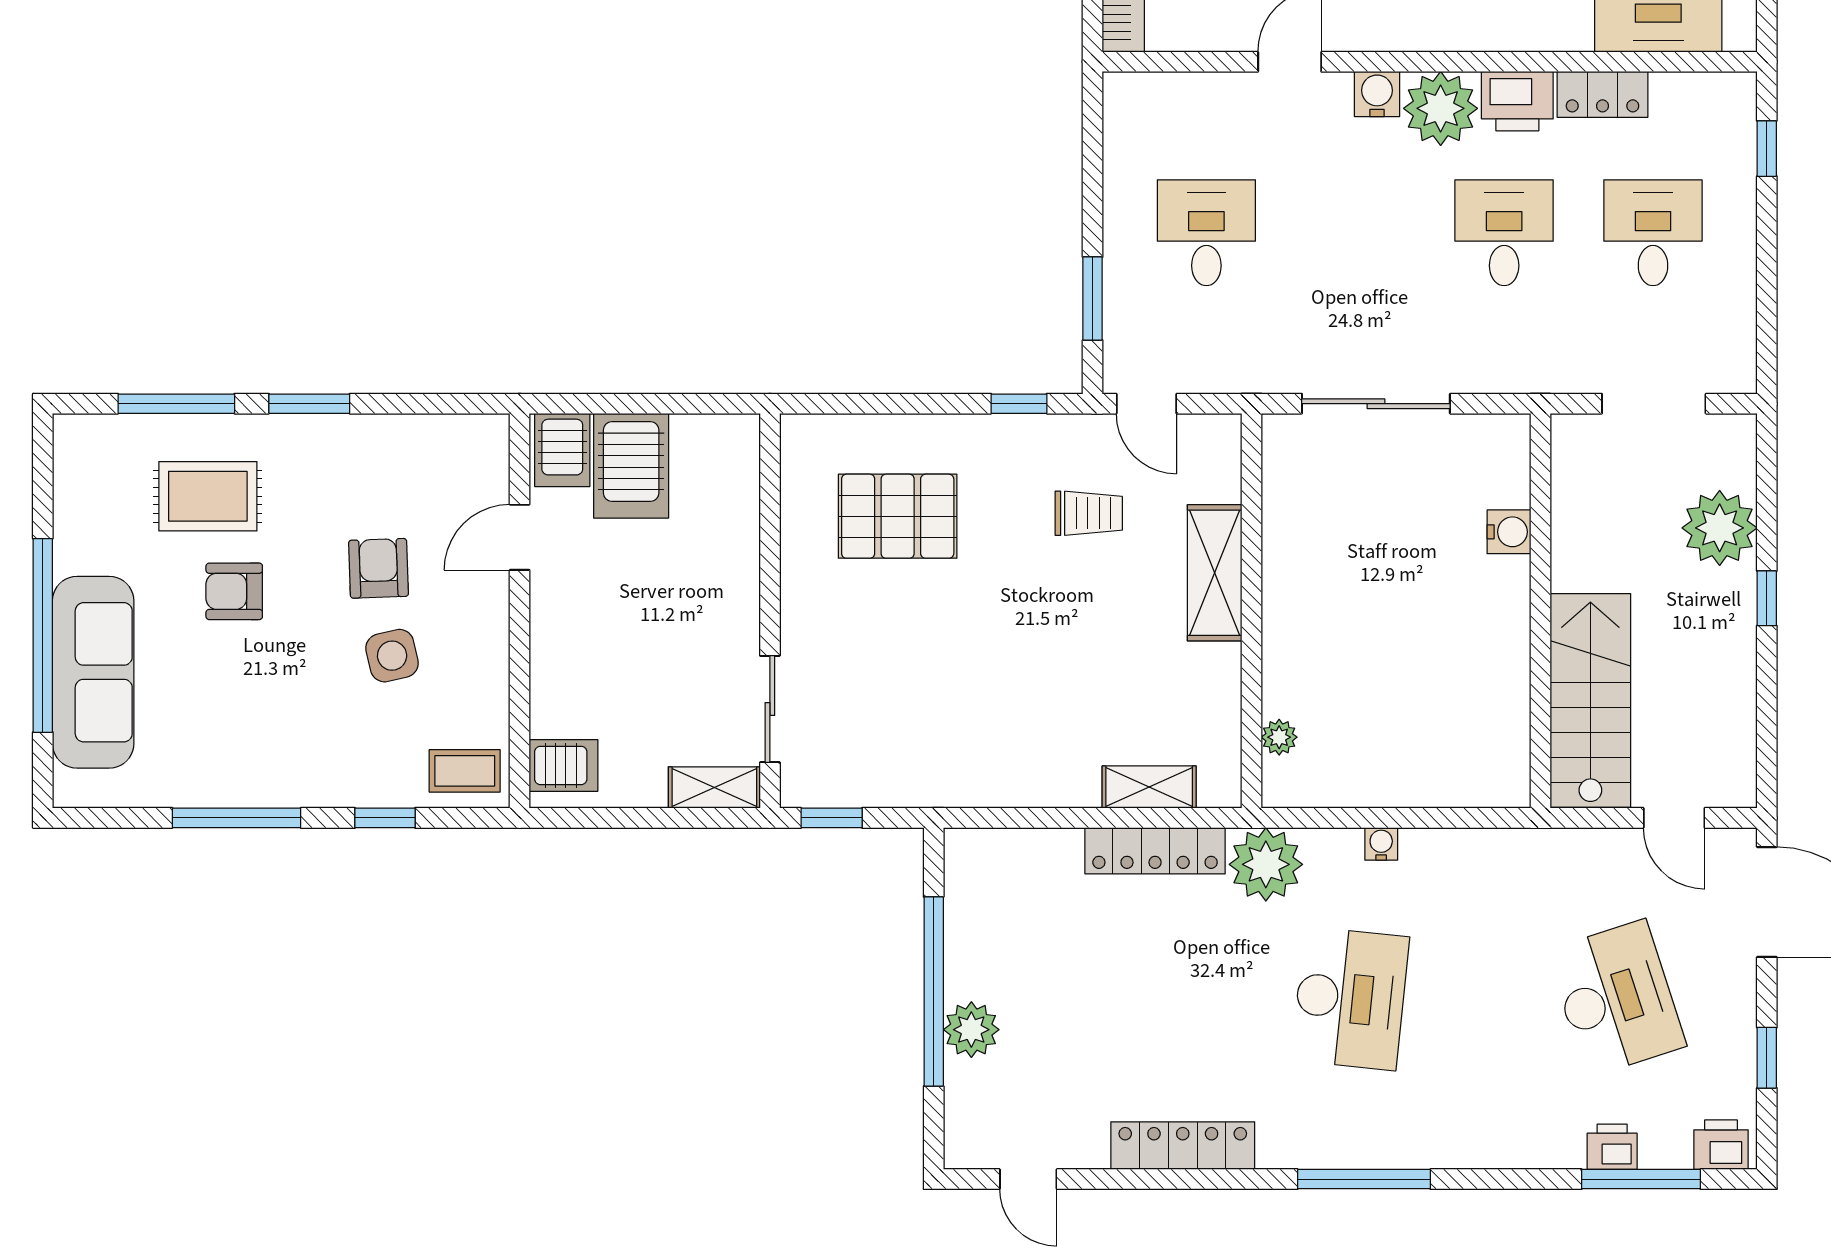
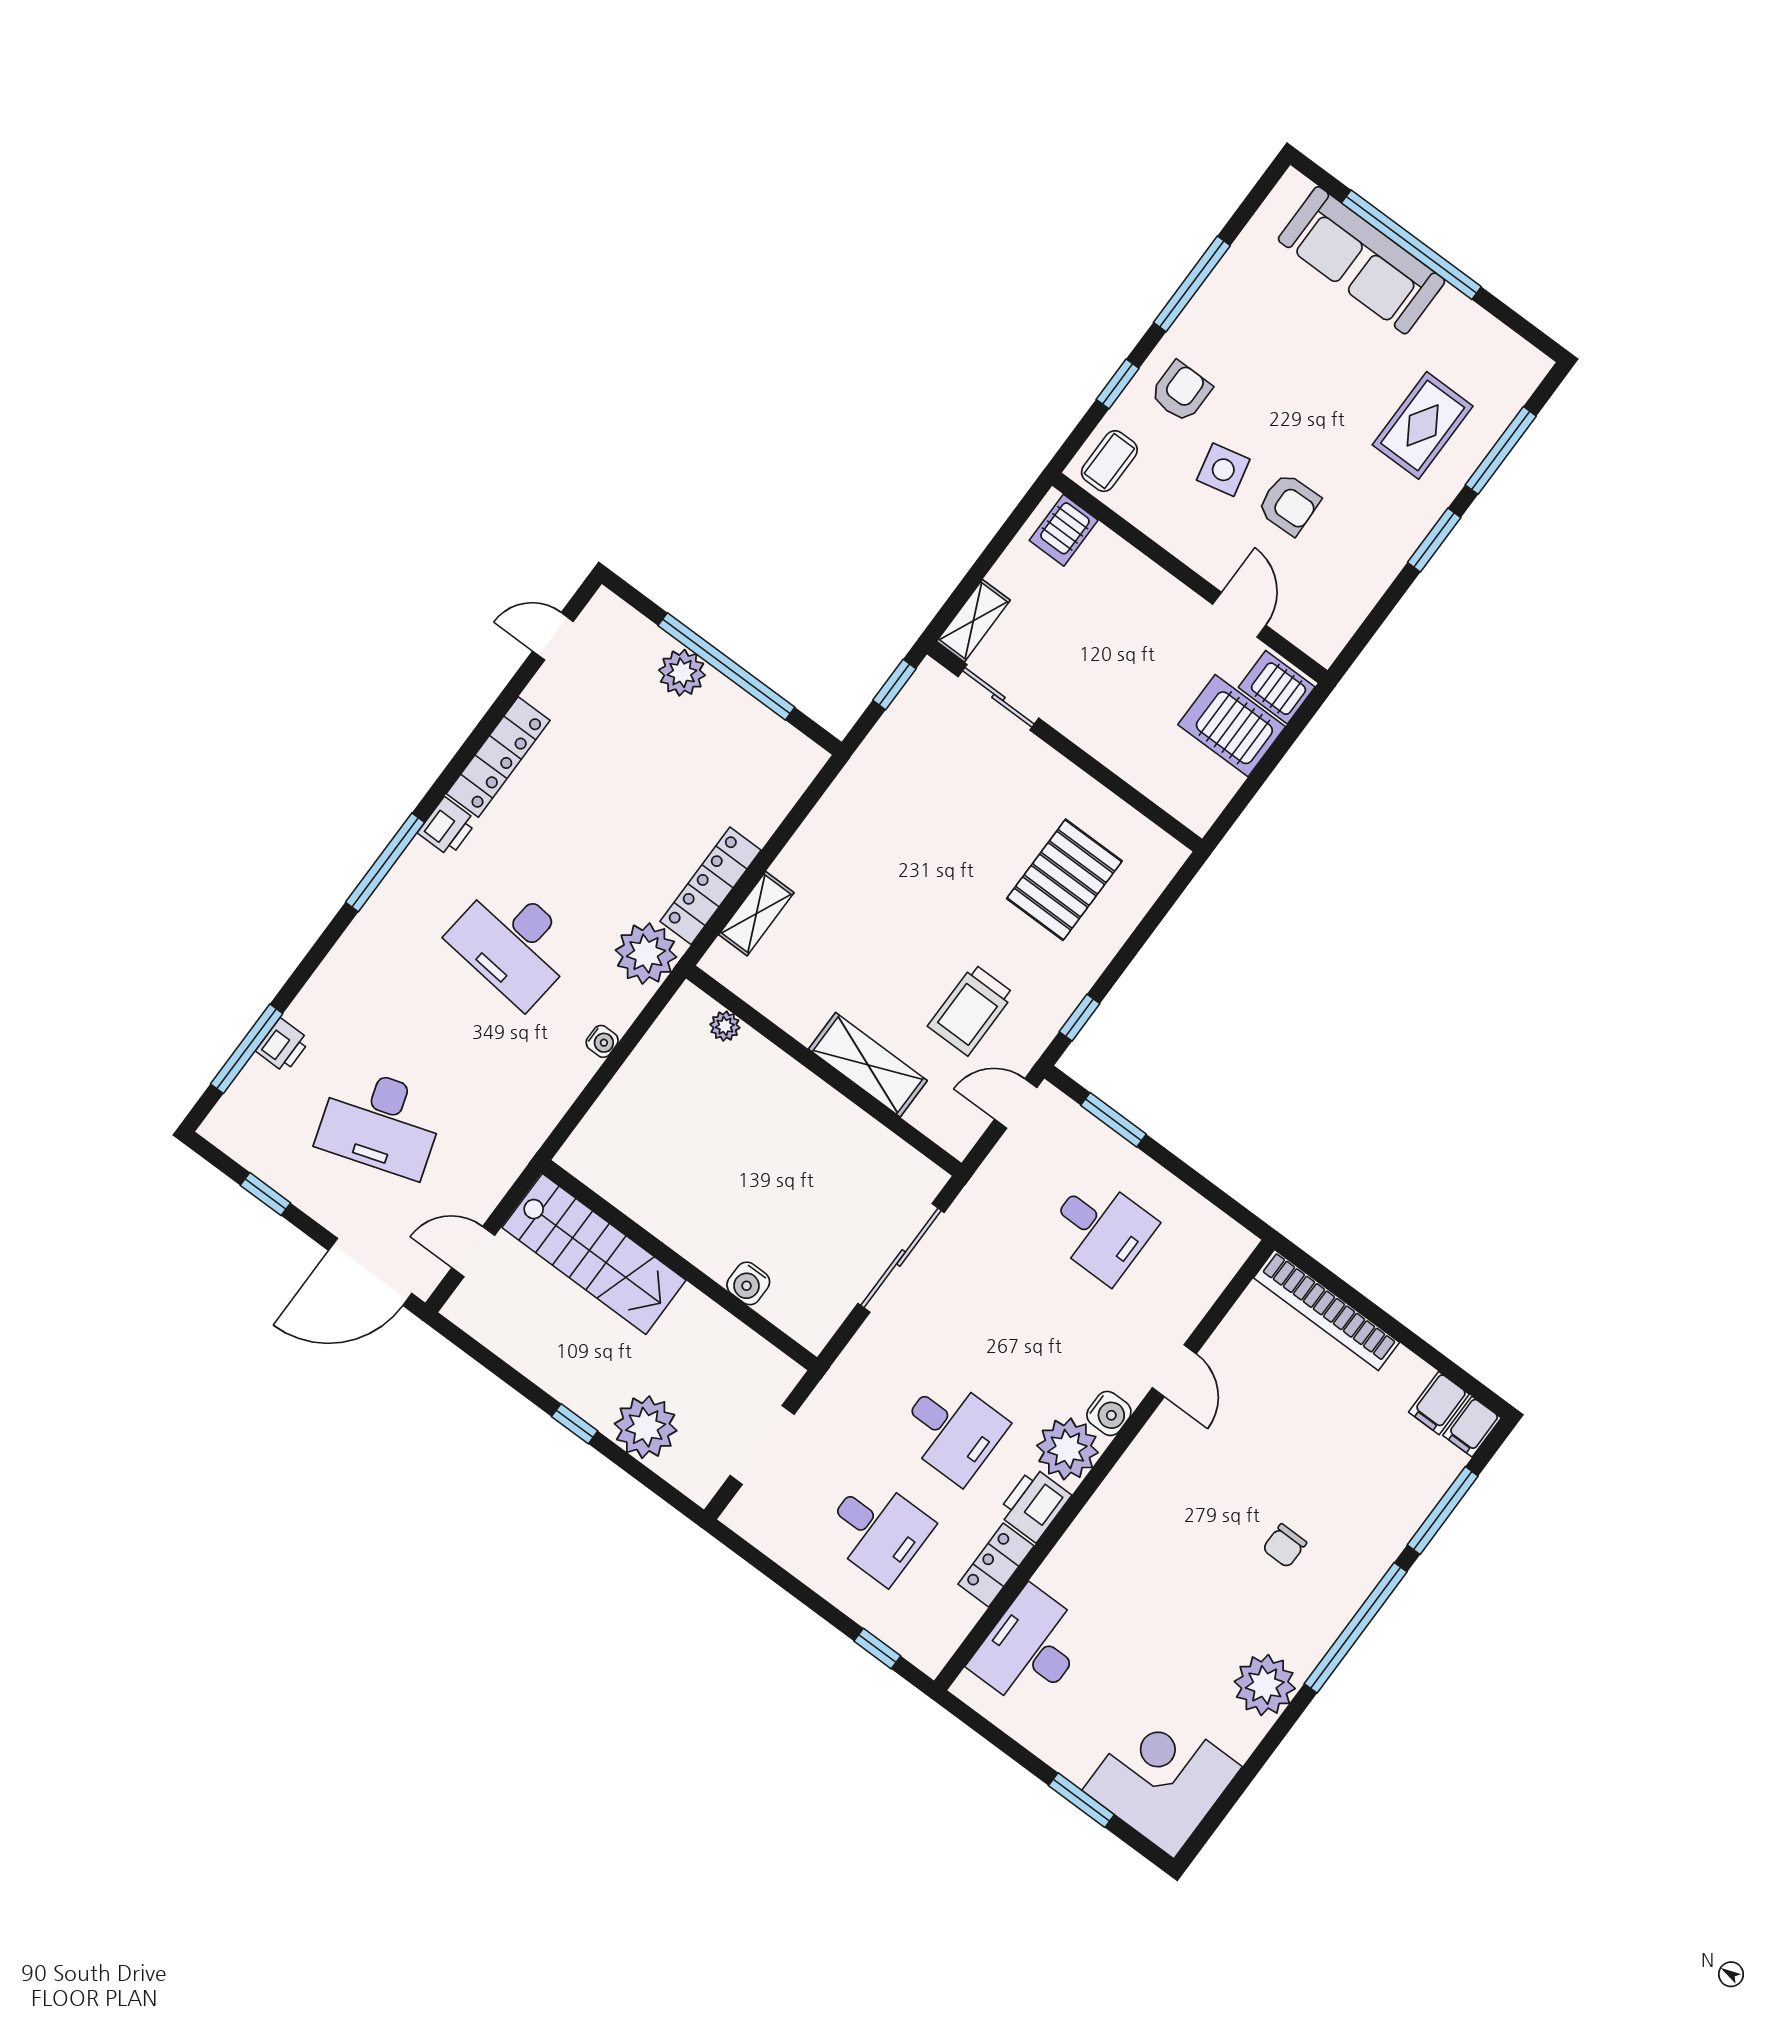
trolley: (1089, 513) -> (971, 1010), width x1.36, depth x1.39
armchair: (234, 591) -> (1181, 392), moved
printer: (1721, 1145) -> (447, 827), moved

